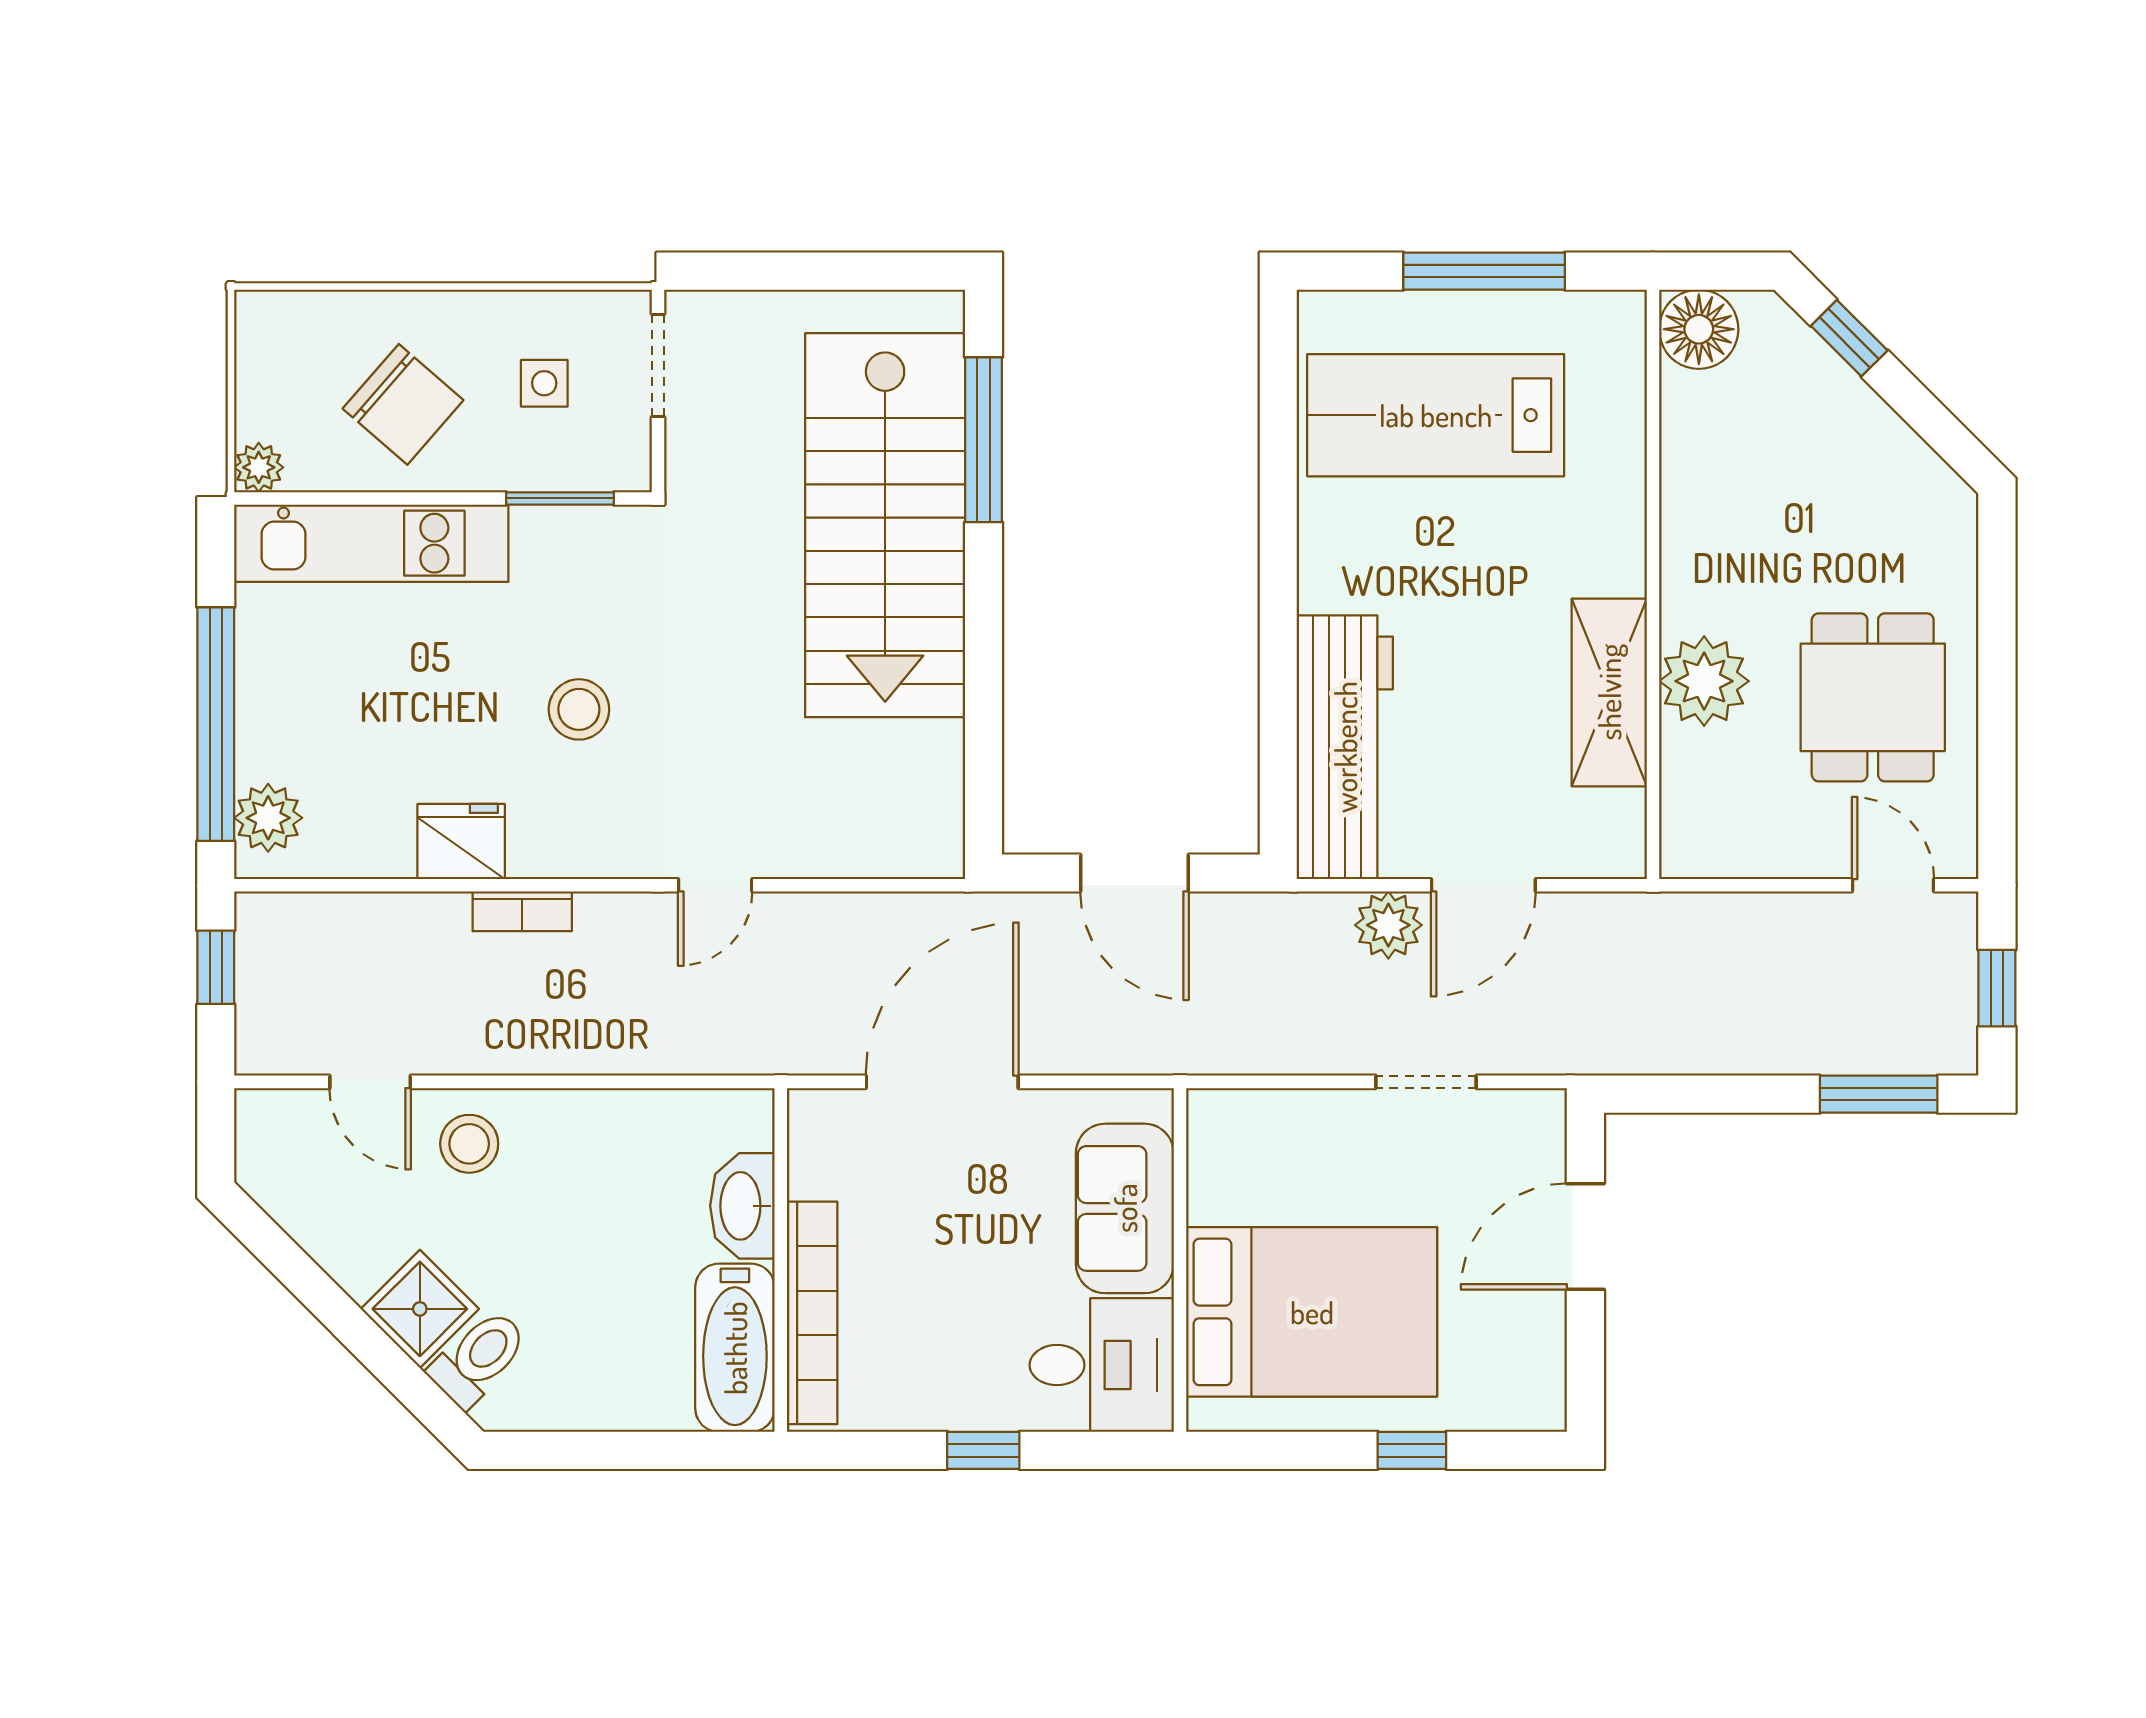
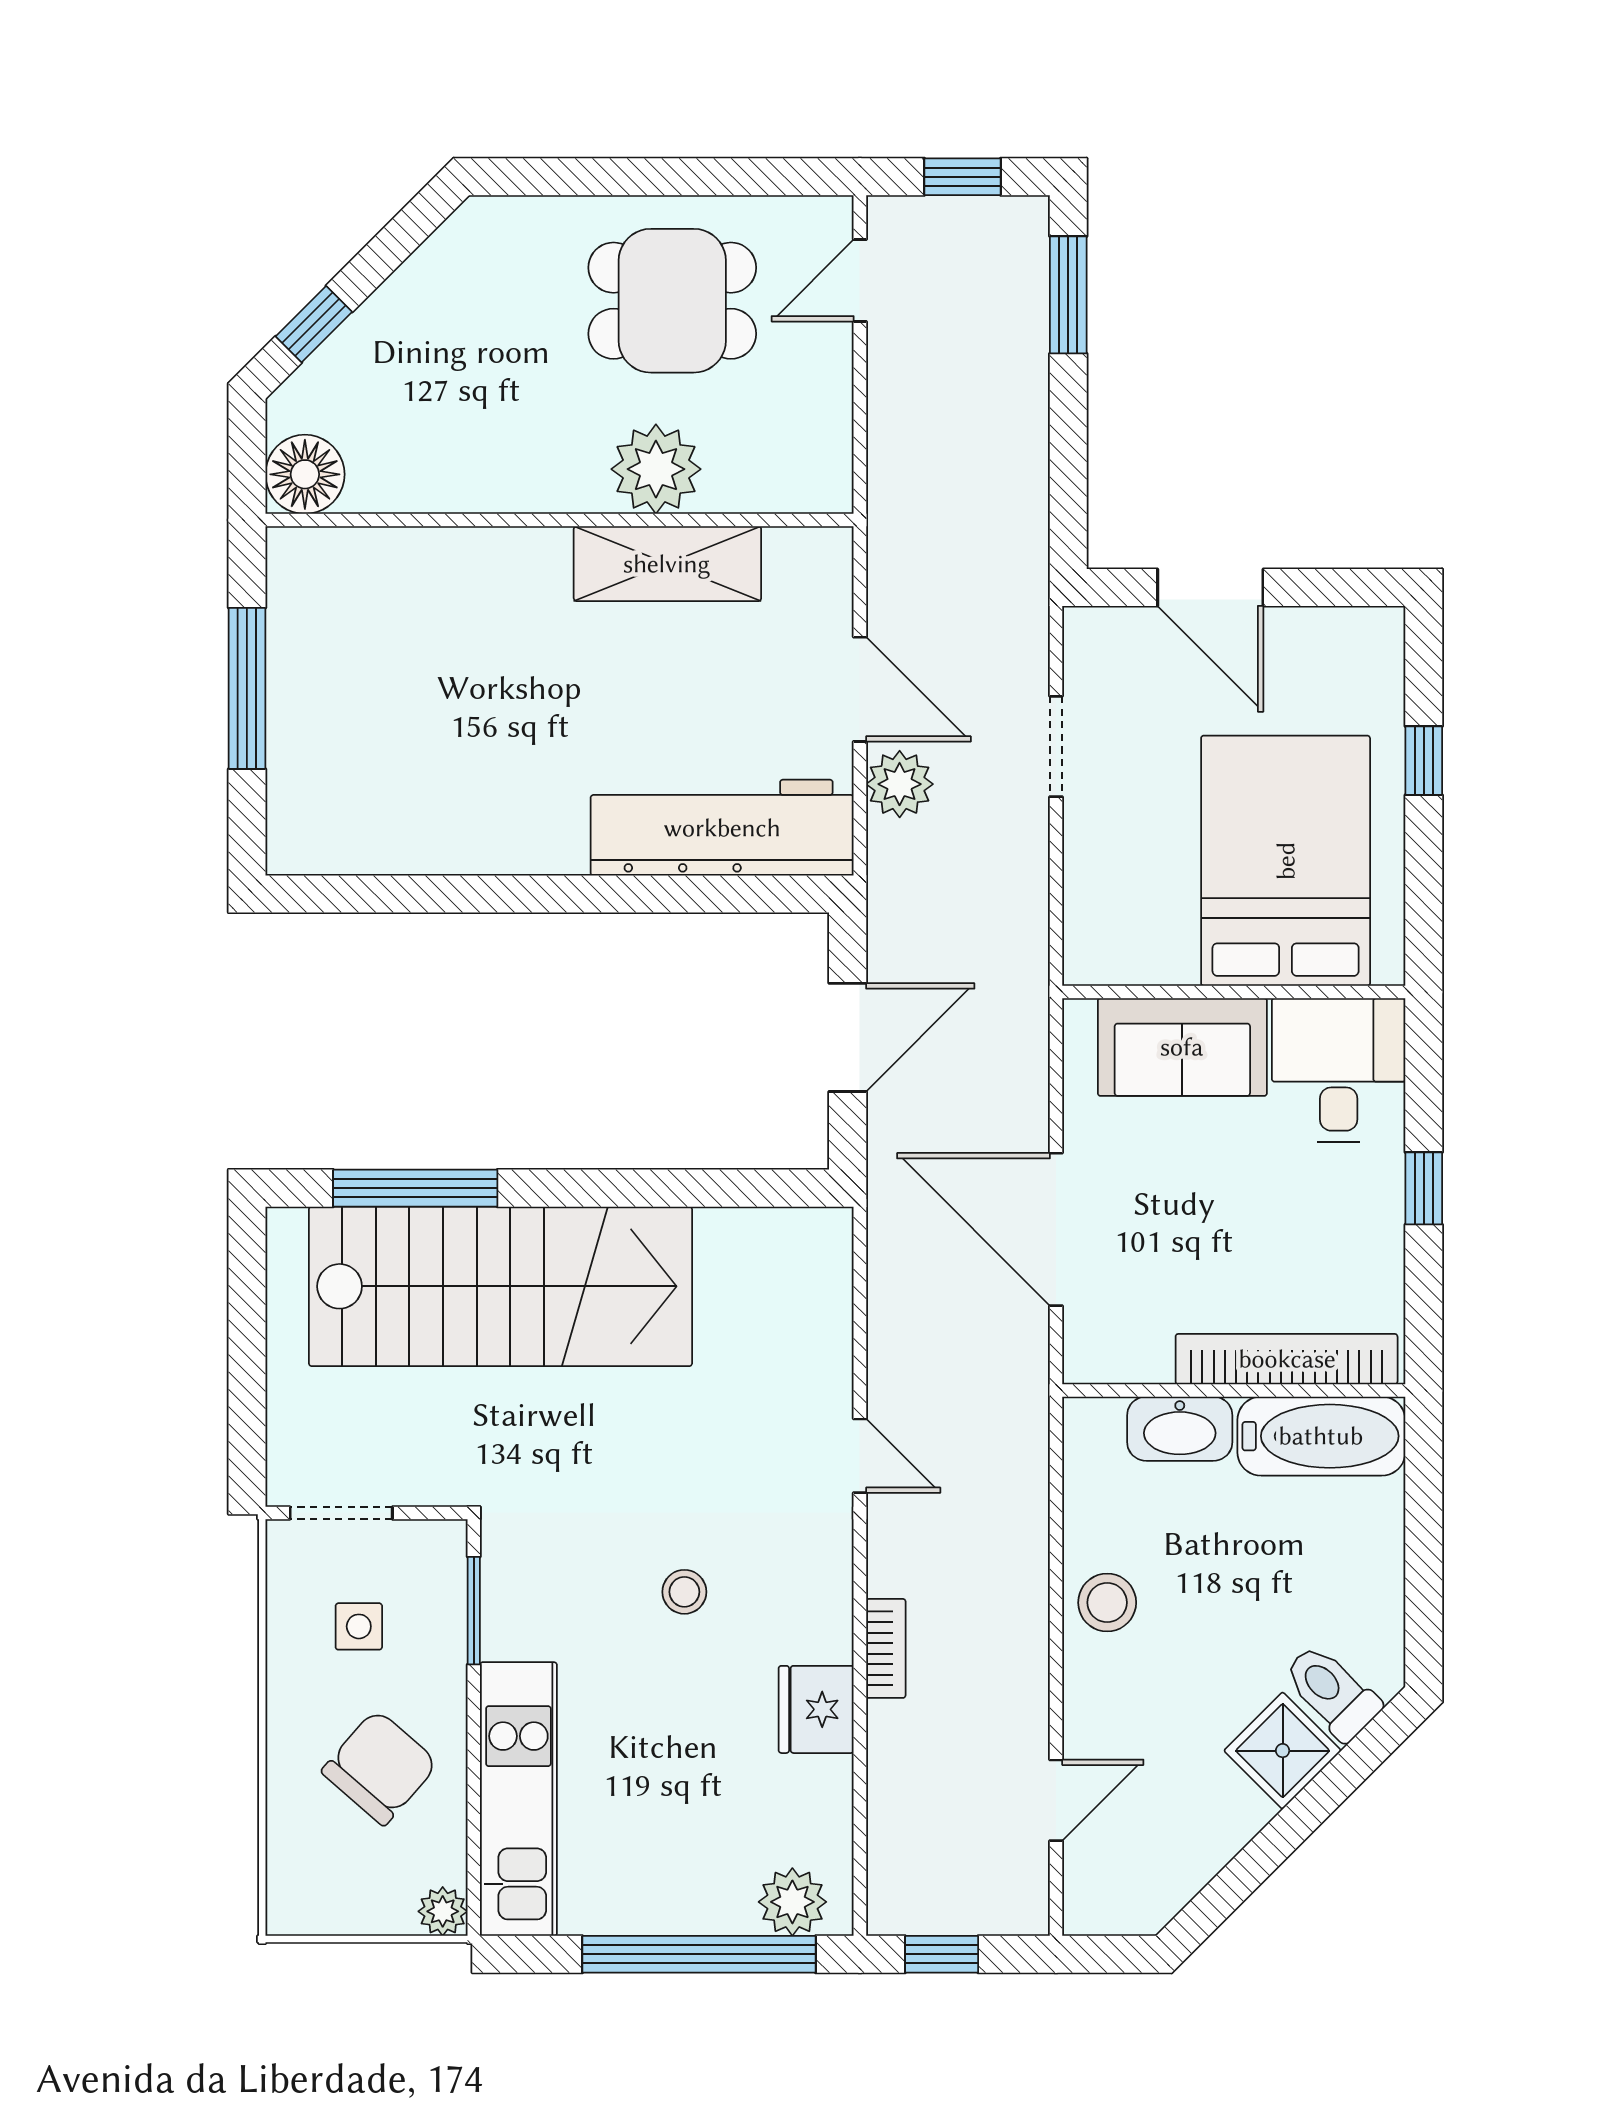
lab bench: (1436, 415) -> (391, 737), removed
stool: (579, 709) -> (684, 1592), width x0.73, depth x0.73
stool: (469, 1144) -> (1107, 1603), moved

